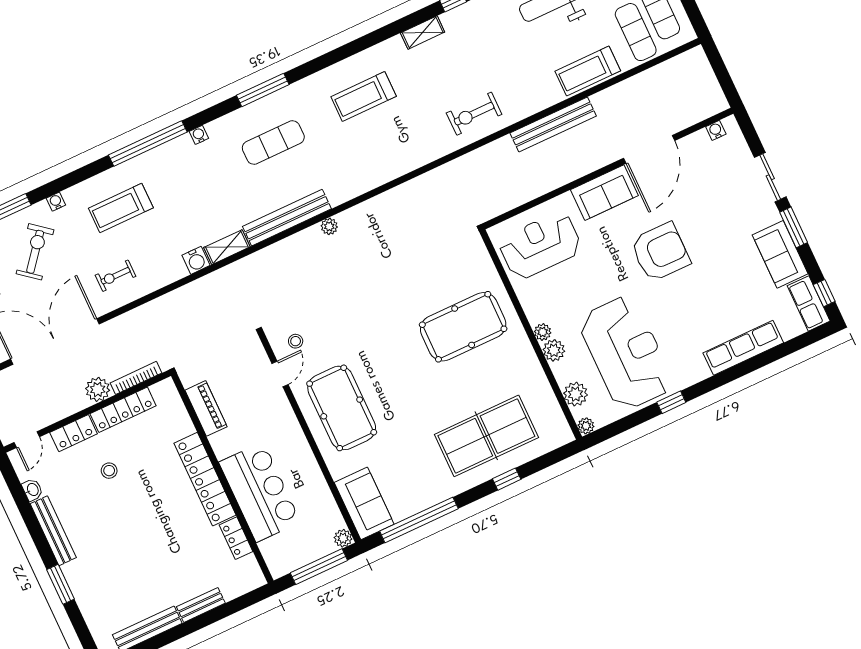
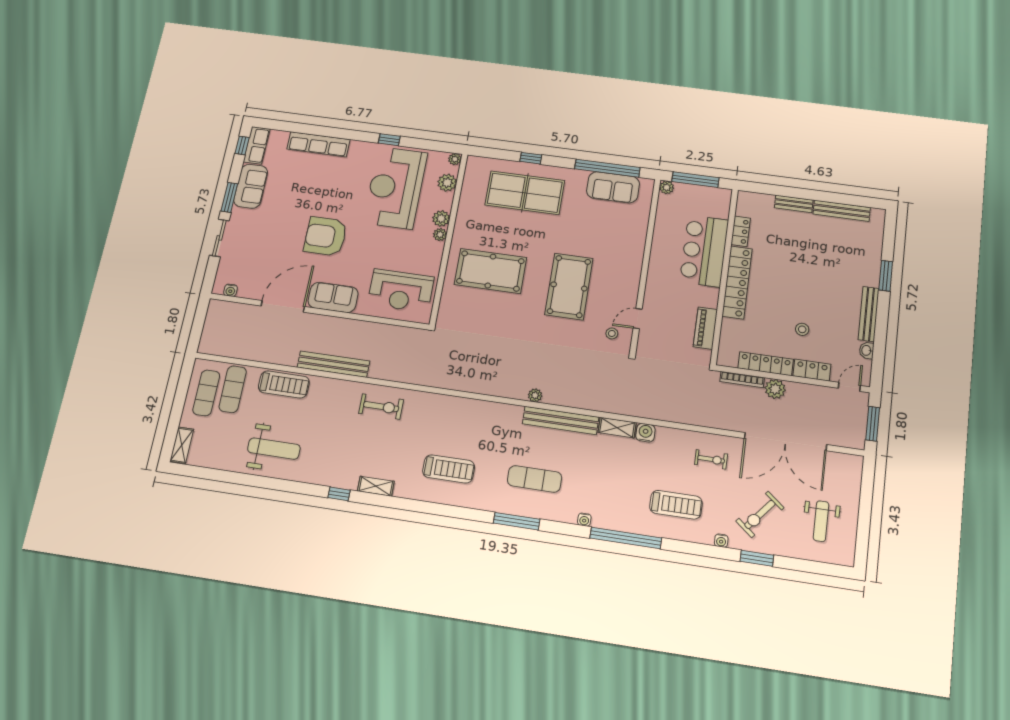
pool table: (342, 408) -> (569, 286), moved
sofa: (364, 503) -> (613, 187), moved, turned -90

